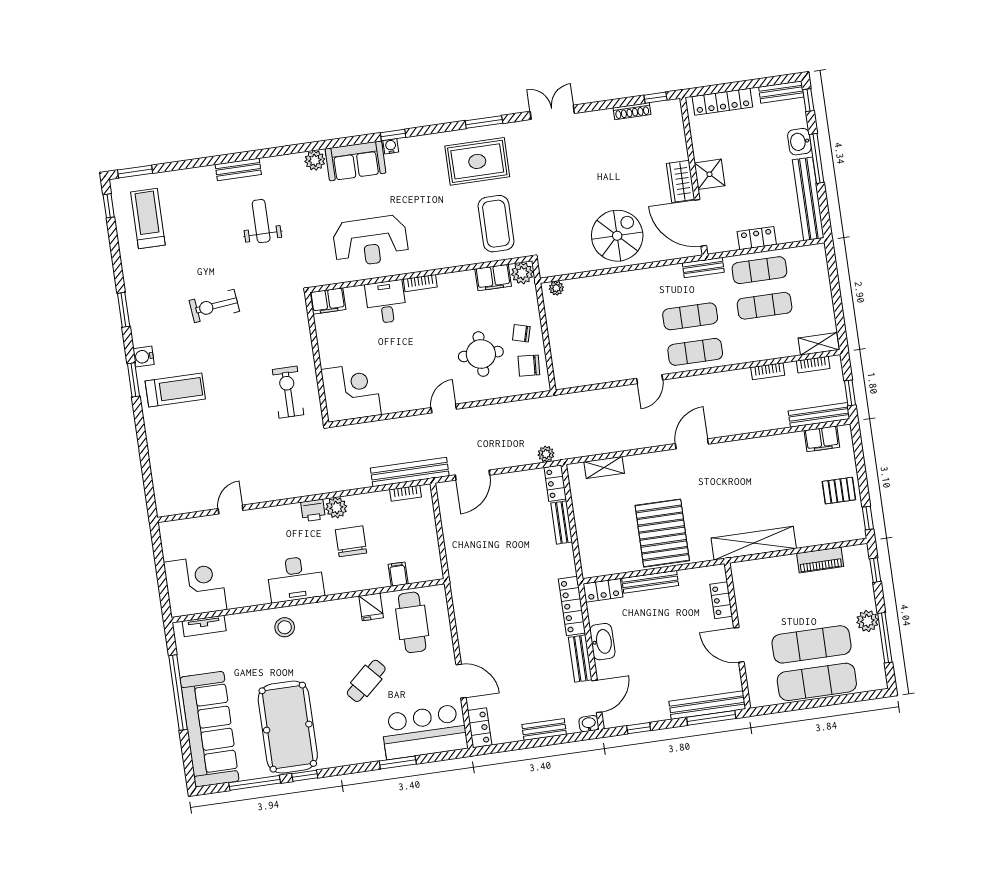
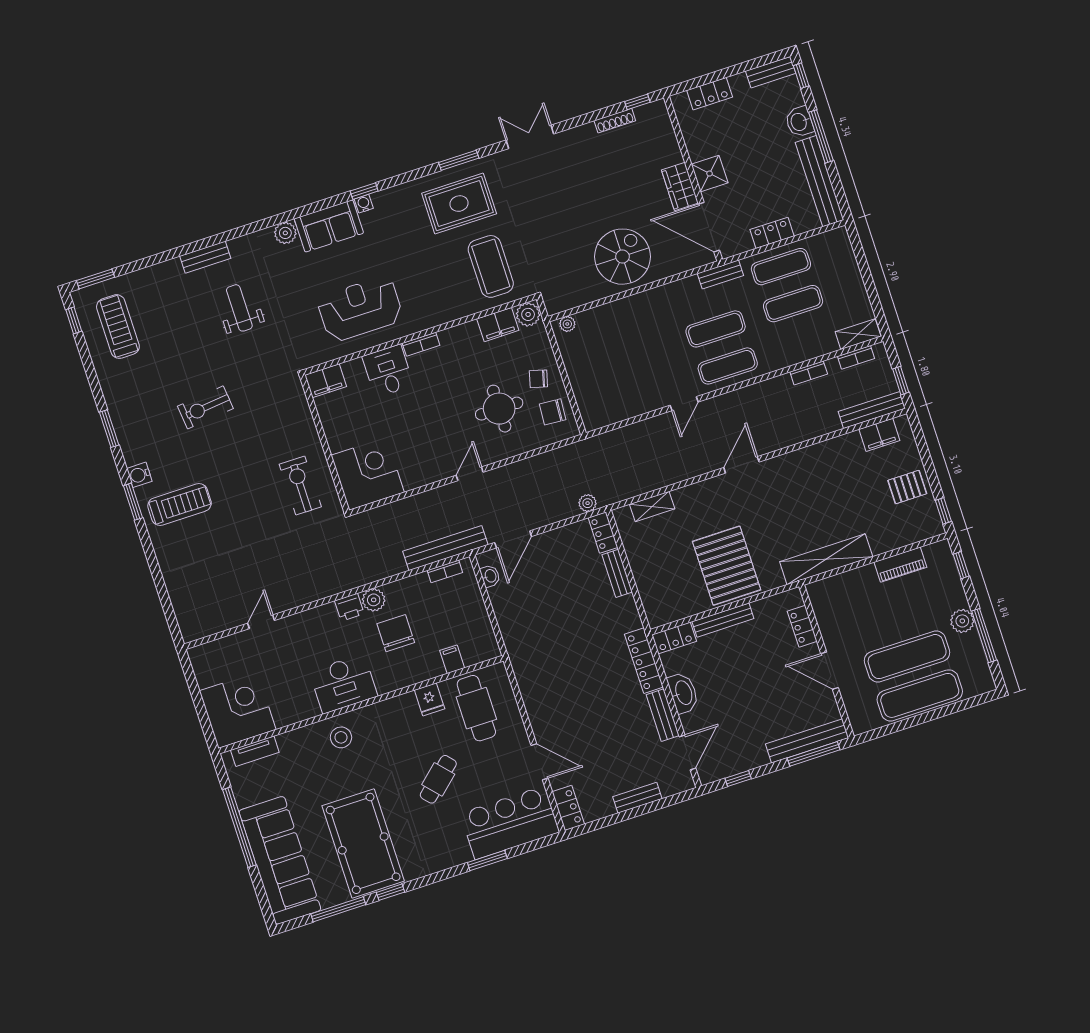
locker: (722, 102) -> (710, 94), width x0.66
reception desk: (371, 241) -> (360, 309), turned 180
washbasin: (589, 724) -> (490, 576), moved, turned 90

